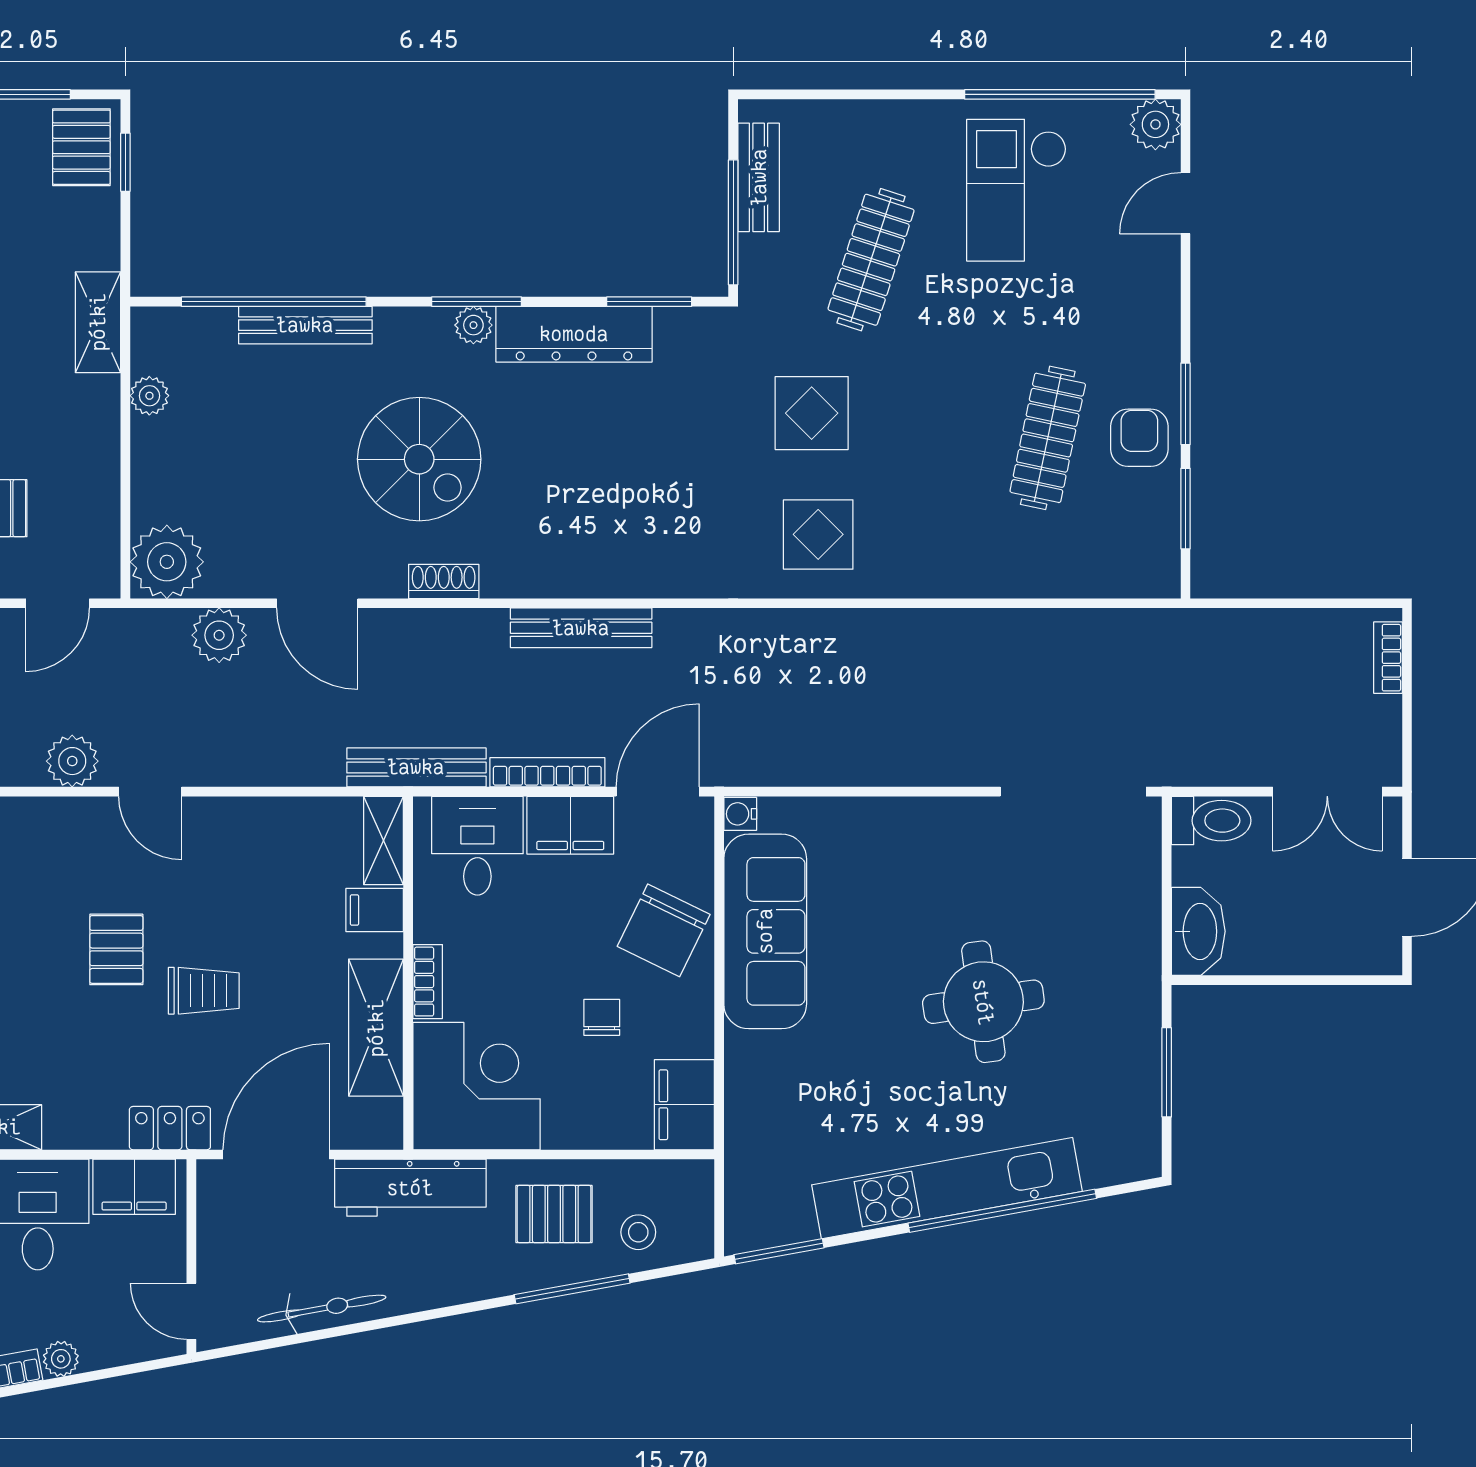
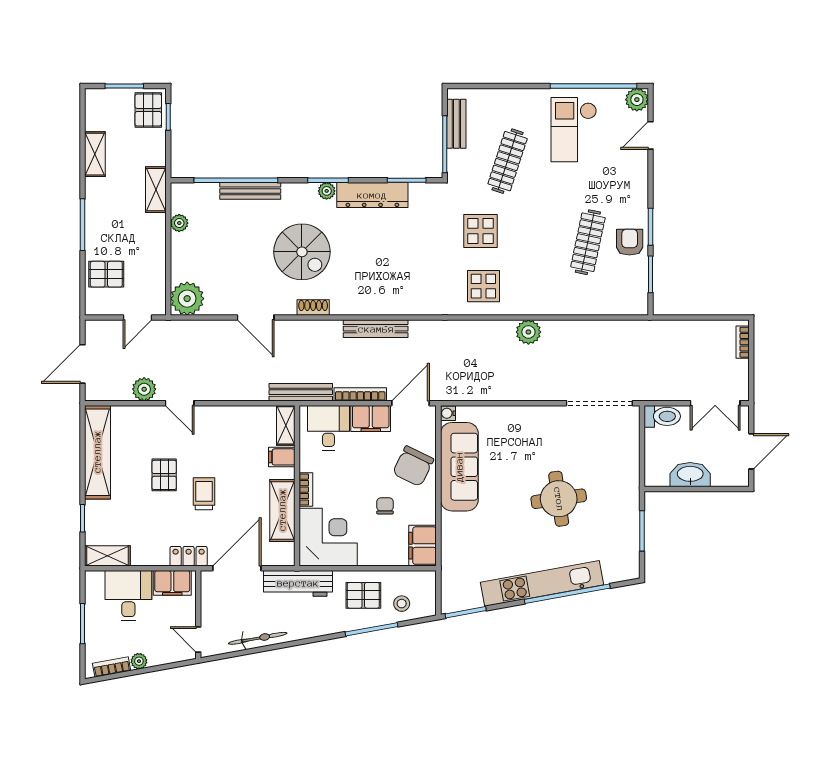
plant: (219, 635) -> (528, 332), moved
washbasin: (1198, 931) -> (690, 475), moved, turned -90
trolley: (204, 991) -> (204, 494), turned -90

